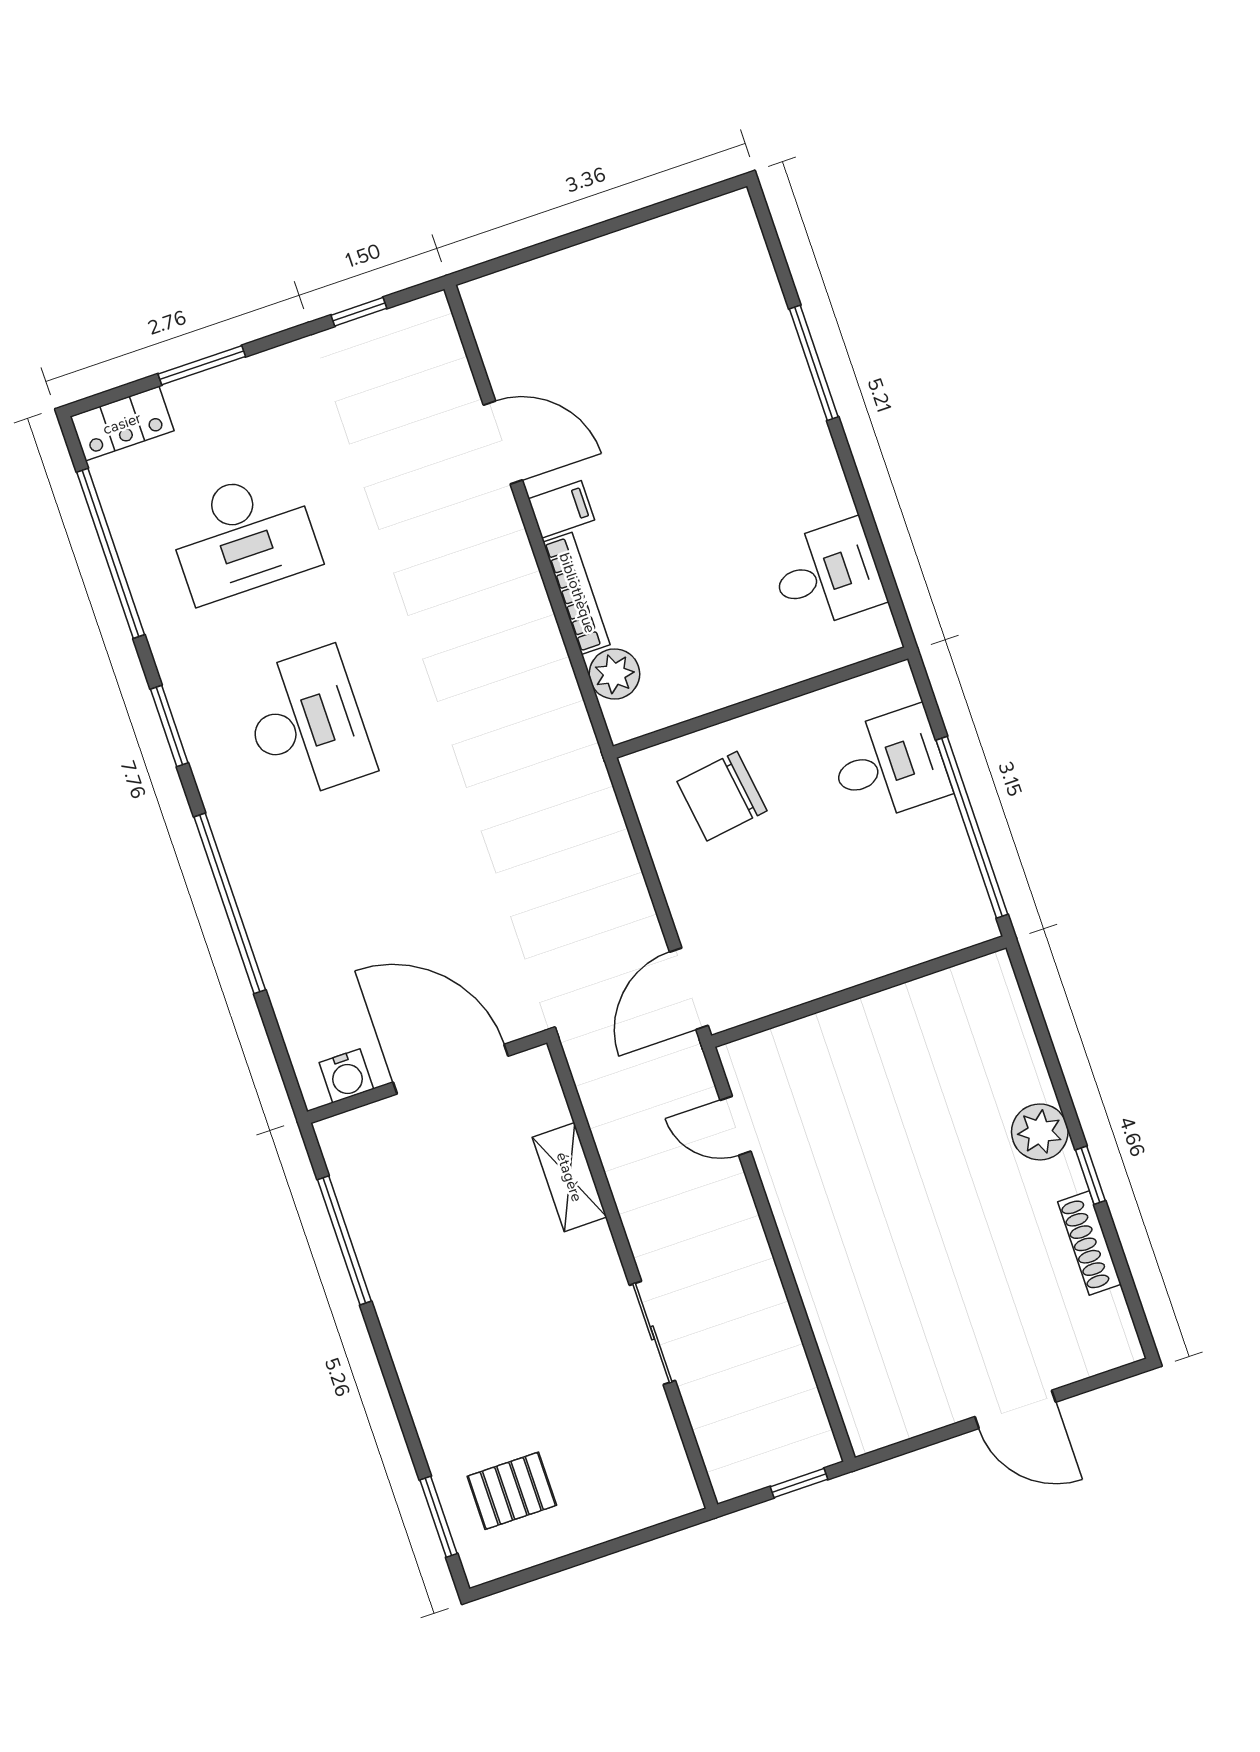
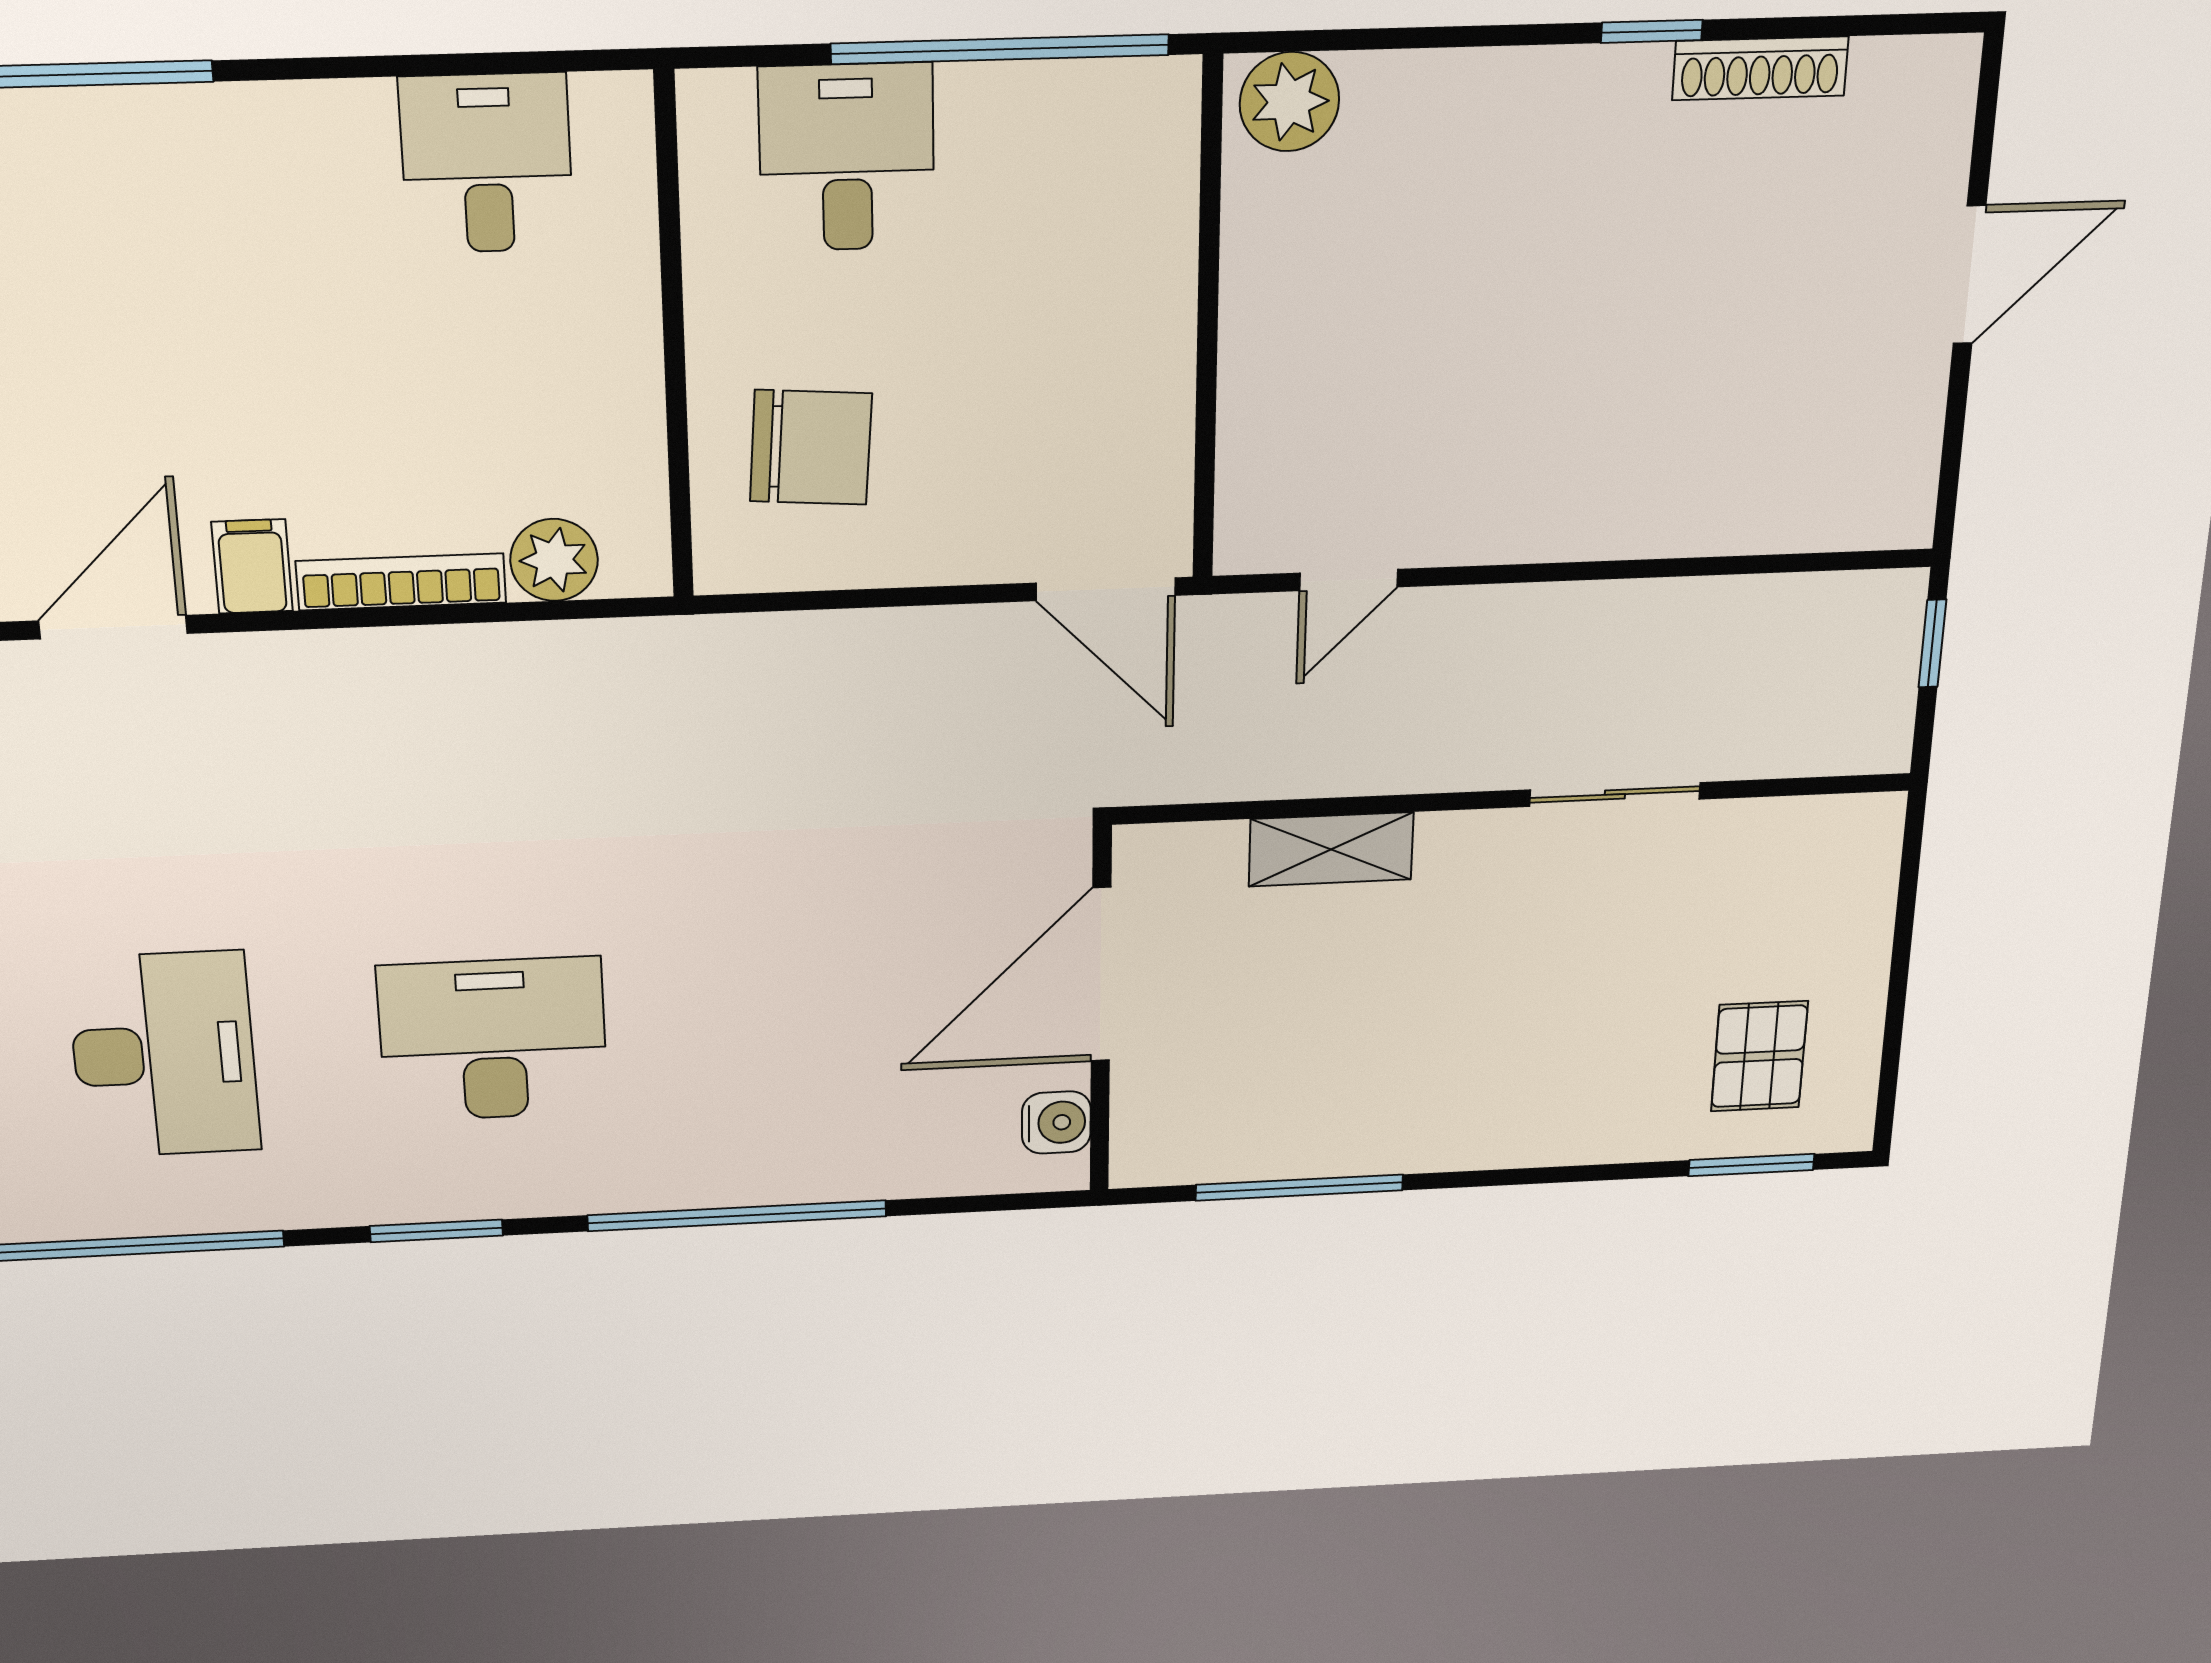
chair: (722, 796) -> (811, 447), turned -78
plant: (1040, 1132) -> (1289, 102), moved

